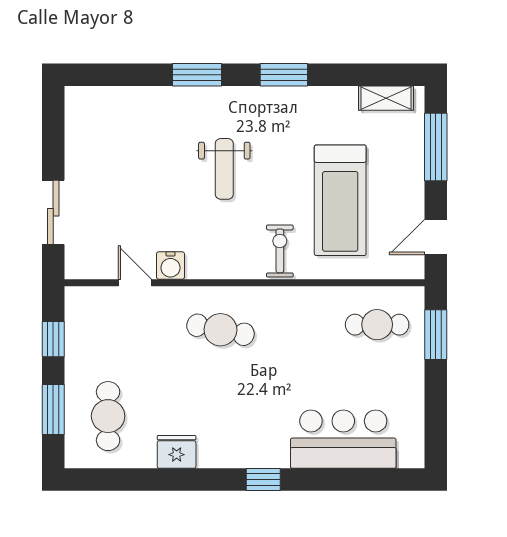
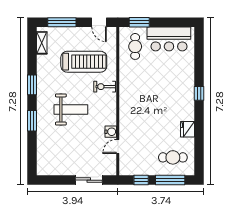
weight bench: (224, 169) -> (71, 109), width x1.36, depth x1.33
cafe table: (220, 330) -> (137, 111), removed
window: (53, 409) -> (170, 180), width x1.44
bar counter: (343, 439) -> (169, 39), moved, turned -90

